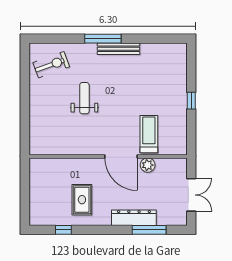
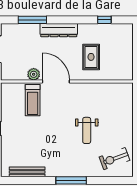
bench: (118, 49) -> (27, 172), moved
rug: (82, 200) -> (91, 57), moved
dresser: (134, 218) -> (59, 30), moved

